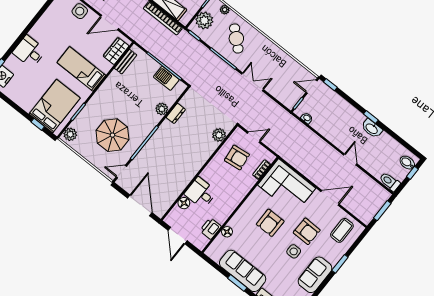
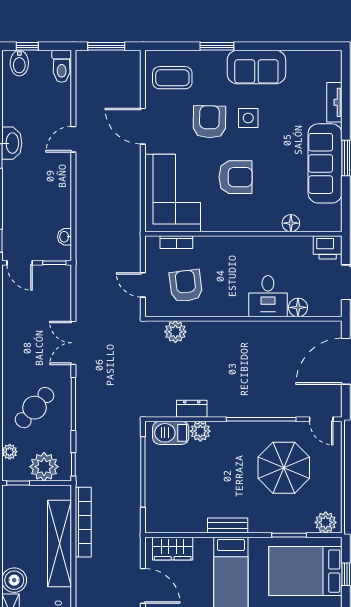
bench: (126, 62) -> (228, 526), moved
barbecue: (166, 78) -> (171, 433), moved, turned 90
printer: (211, 229) -> (328, 247), moved

